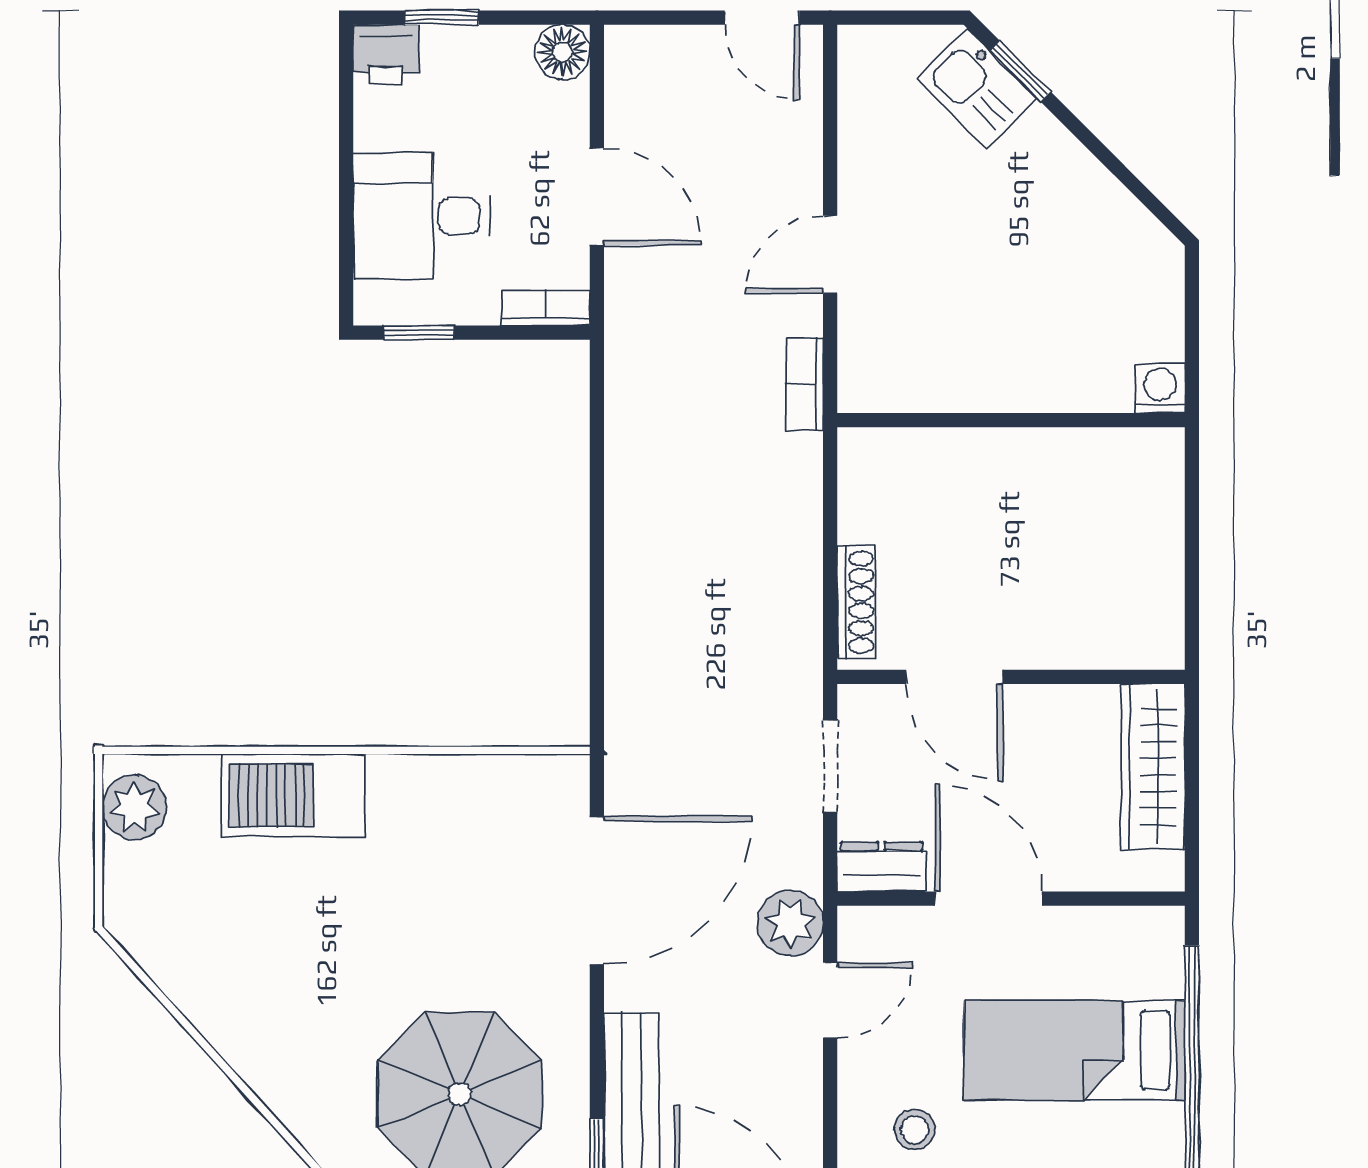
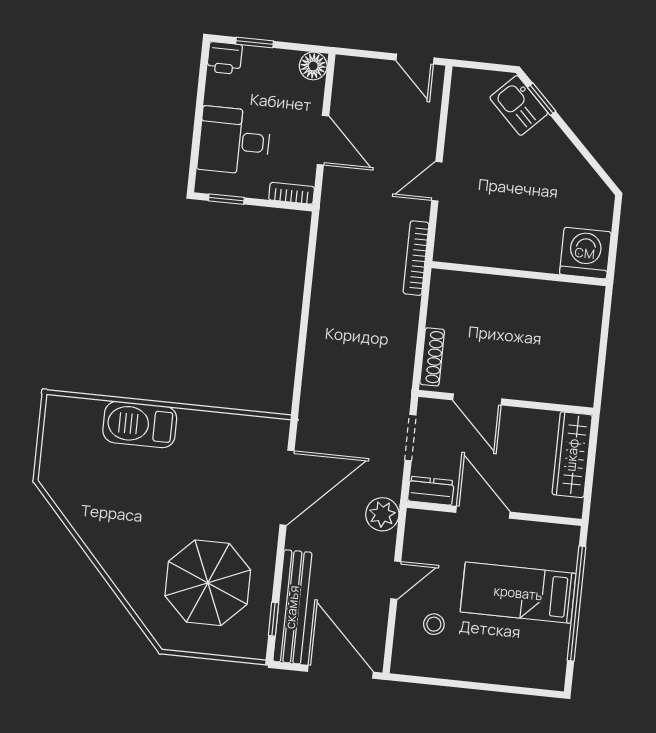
bookcase: (805, 384) -> (416, 258), width x1.56
washing machine: (1160, 388) -> (585, 253), width x1.89, depth x1.89
plant: (134, 807) -> (60, 422), removed
door: (830, 1000) -> (396, 580), moved

